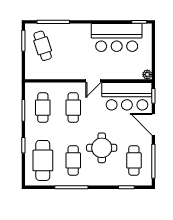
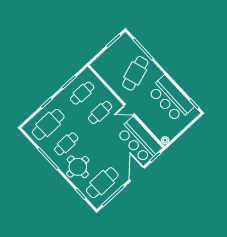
cafe table: (43, 46) -> (135, 73), moved, width x1.37, depth x1.35
round table: (102, 148) -> (78, 167), moved
cafe table: (134, 160) -> (102, 183), width x1.37, depth x1.35

